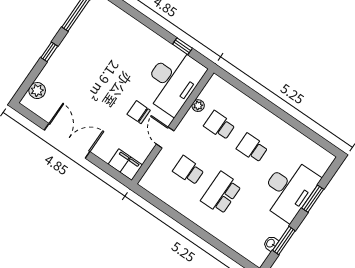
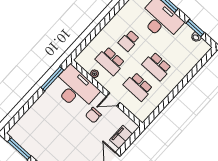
window: (182, 46) -> (52, 79), width x2.17
school desk: (219, 125) -> (110, 61), width x1.85
filing cabinet: (125, 165) -> (121, 137), moved
school desk: (188, 170) -> (138, 87), width x1.85

